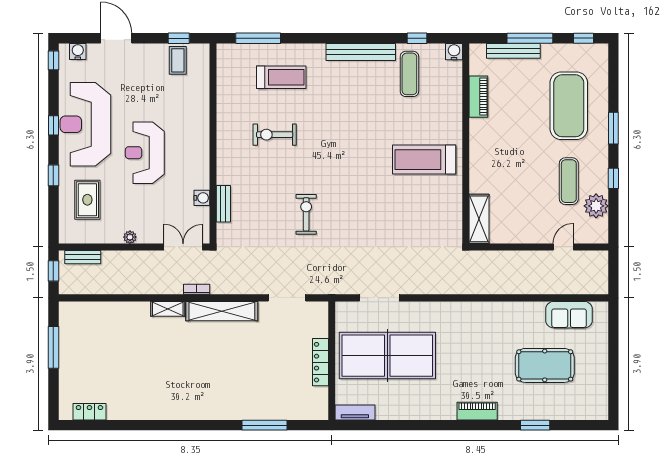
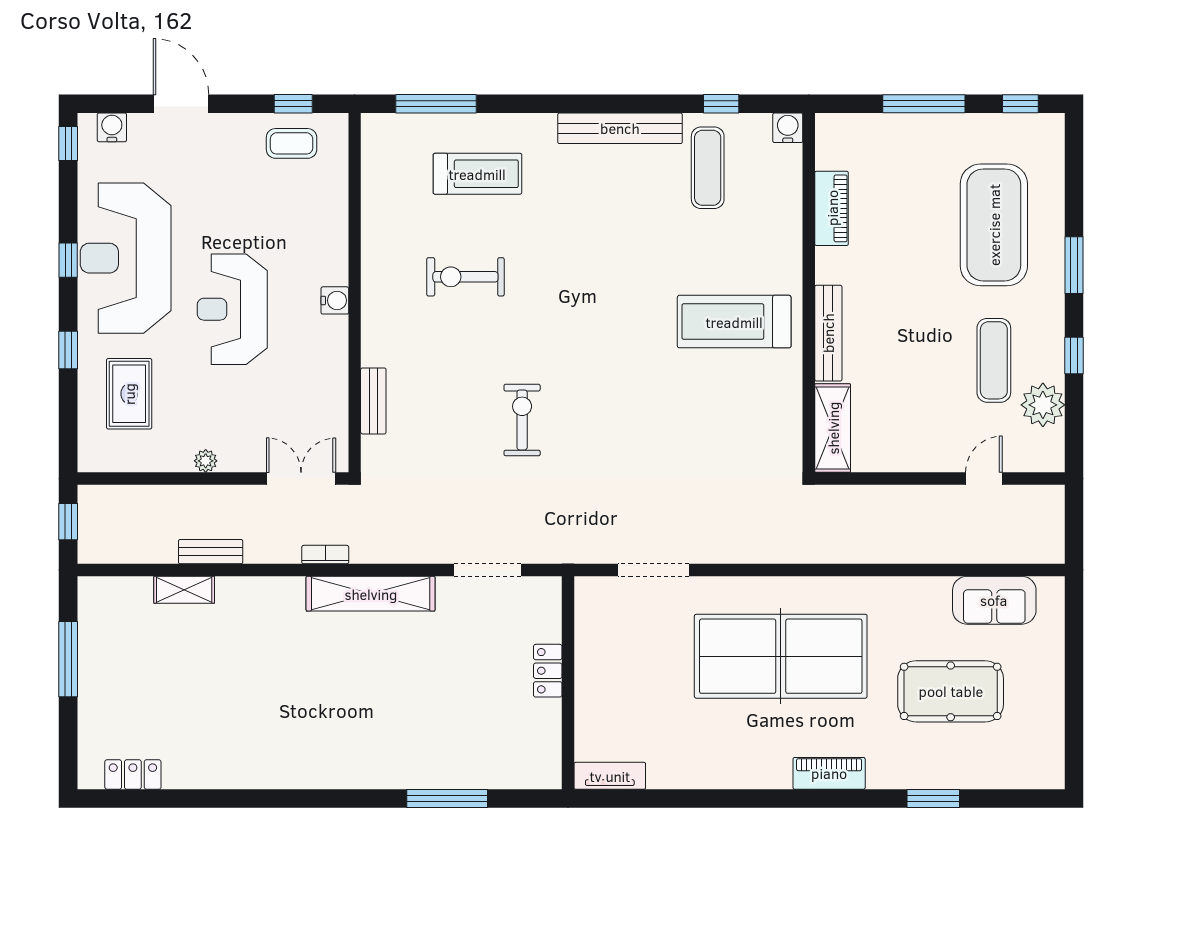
bench: (513, 51) -> (828, 333), moved, turned 90
coffee table: (178, 60) -> (292, 143), turned 90
water cooler: (202, 198) -> (335, 300), moved
bench: (83, 257) -> (211, 552), moved
shelving: (168, 309) -> (184, 590), moved
table tennis table: (387, 356) -> (781, 656), moved
locker: (320, 362) -> (548, 671), width x0.66

